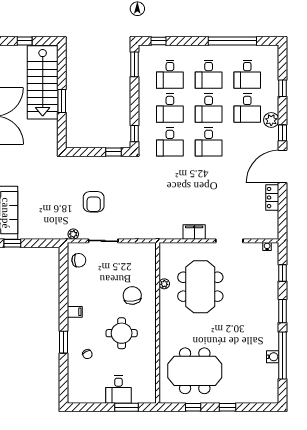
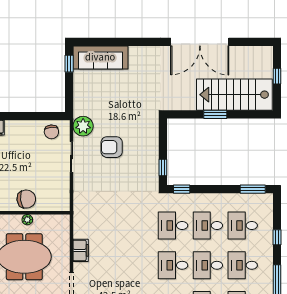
window: (158, 41) -> (277, 237), moved
plant: (73, 234) -> (83, 126), width x1.88, depth x1.88
chair: (132, 295) -> (26, 199), moved

